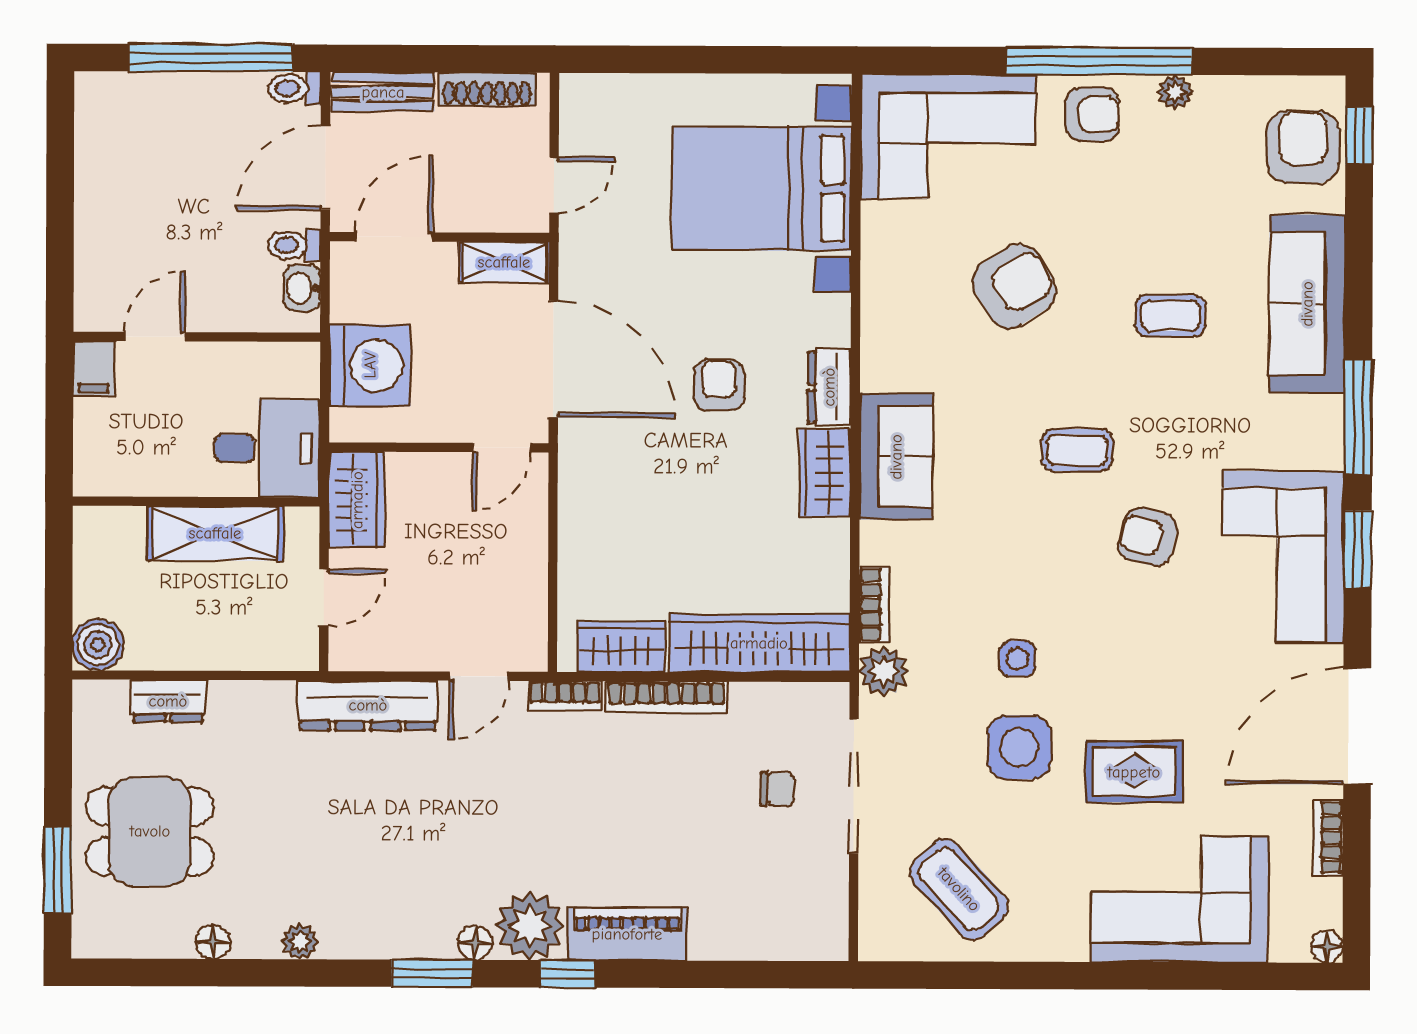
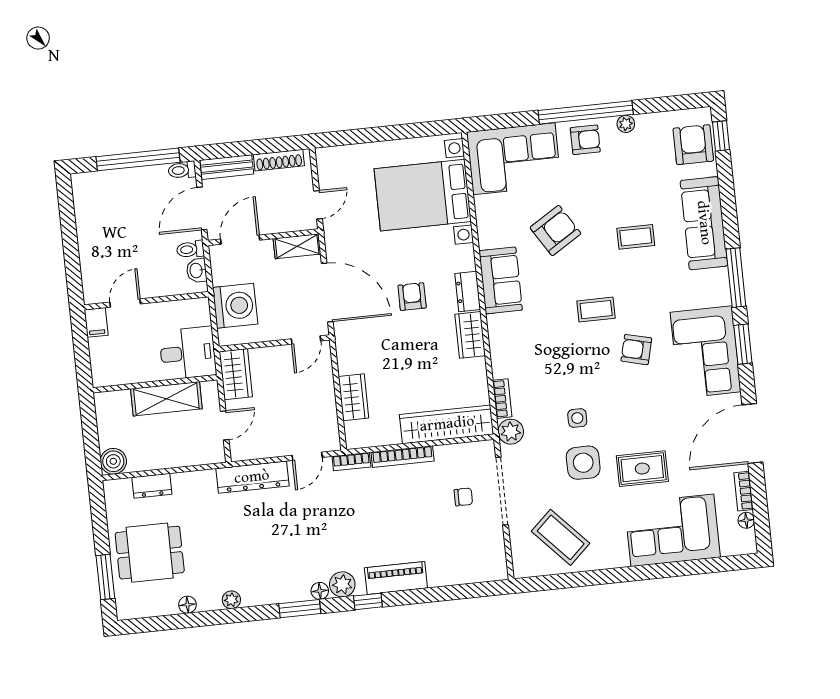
sofa: (896, 457) -> (501, 280), moved
wardrobe: (621, 647) -> (354, 397), moved, turned 90
plant: (530, 926) -> (342, 584), width x0.73, depth x0.73
floor lamp: (1327, 947) -> (746, 520), moved

